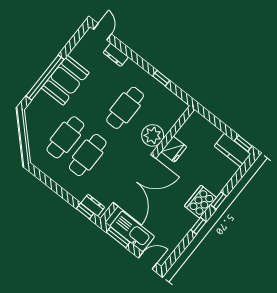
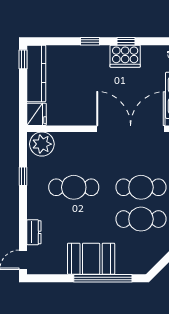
plant: (153, 135) -> (42, 144), moved
fridge: (174, 149) -> (36, 114), moved, turned 90
kitchen counter: (232, 150) -> (36, 73), width x1.50
cooker: (200, 202) -> (125, 56), moved

